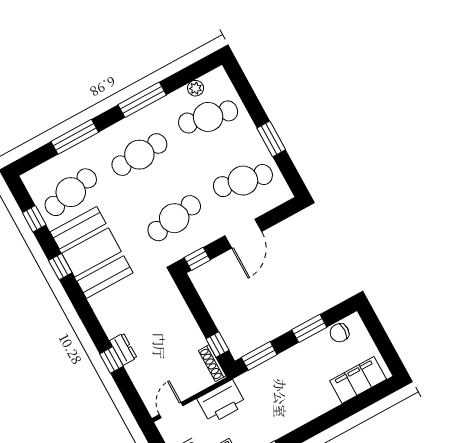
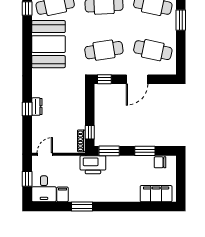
window: (271, 139) -> (181, 20), moved
window: (60, 267) -> (27, 43), removed
printer: (222, 402) -> (93, 165), moved

